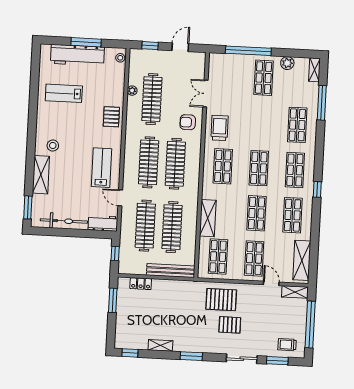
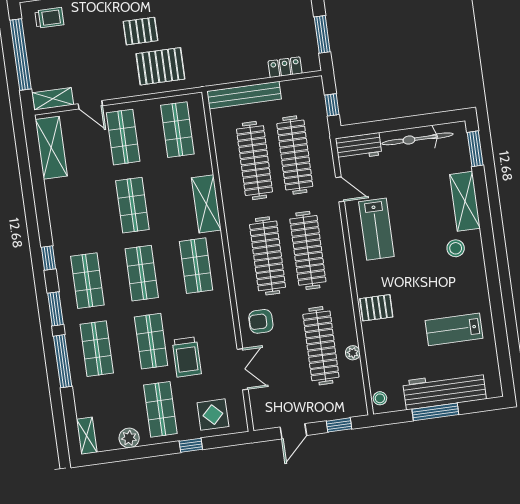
window: (248, 51) -> (191, 445), width x0.32
display table: (230, 68) -> (213, 415), added
lab bench: (64, 93) -> (454, 329), turned 180
window: (322, 103) -> (63, 361), moved
pallet: (111, 117) -> (376, 308), turned 90
armchair: (188, 122) -> (261, 321), turned 180
trolley: (220, 128) -> (187, 357), moved
window: (319, 156) -> (55, 309), added
shop shelf: (293, 215) -> (151, 341), moved
shelving: (208, 218) -> (206, 204), moved

